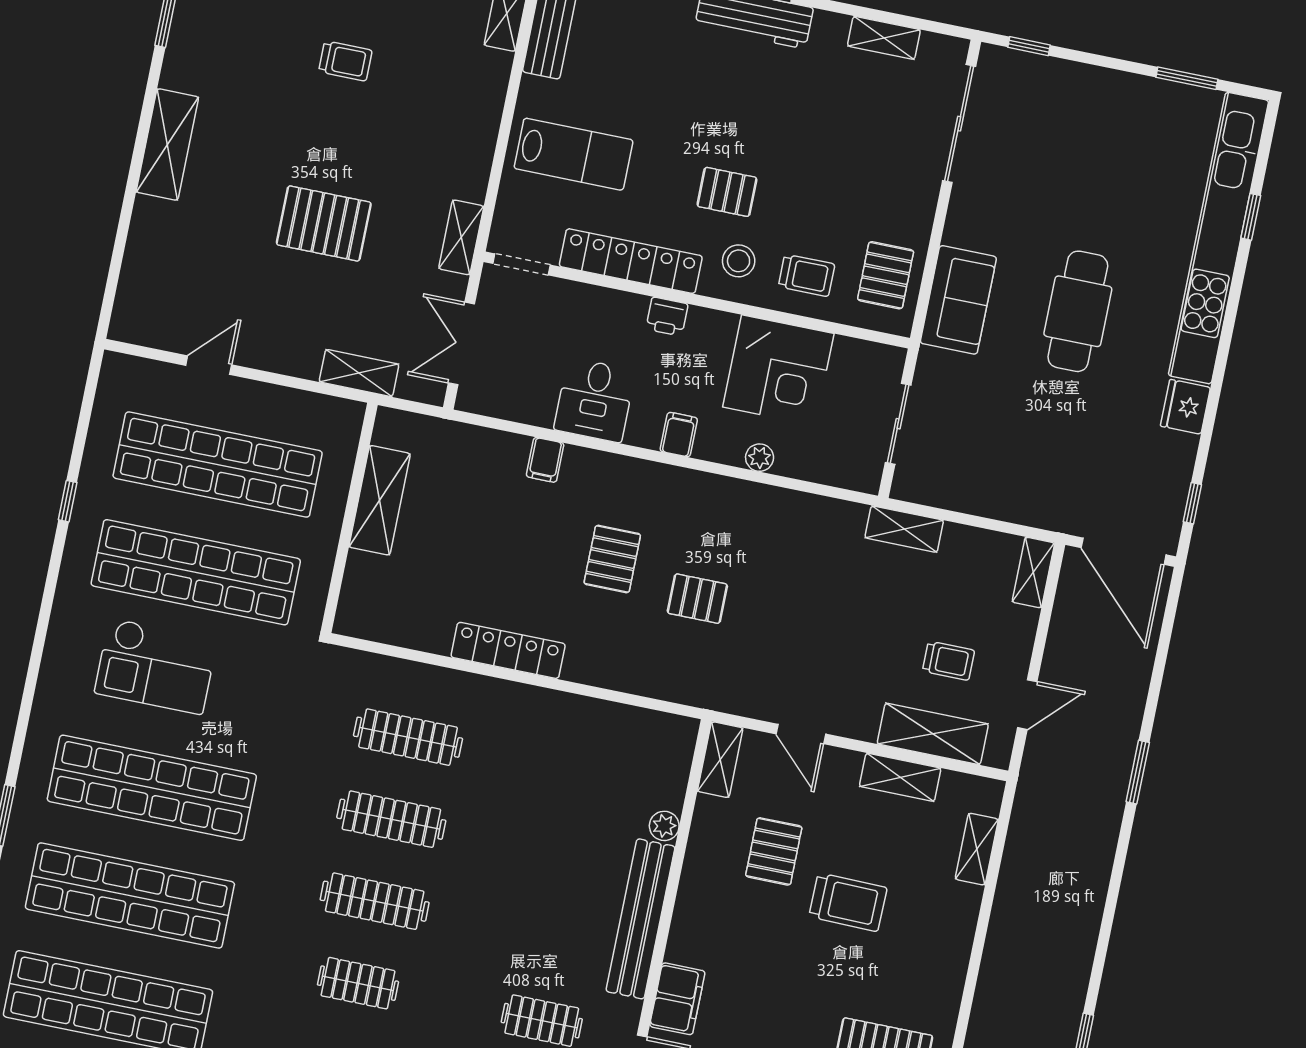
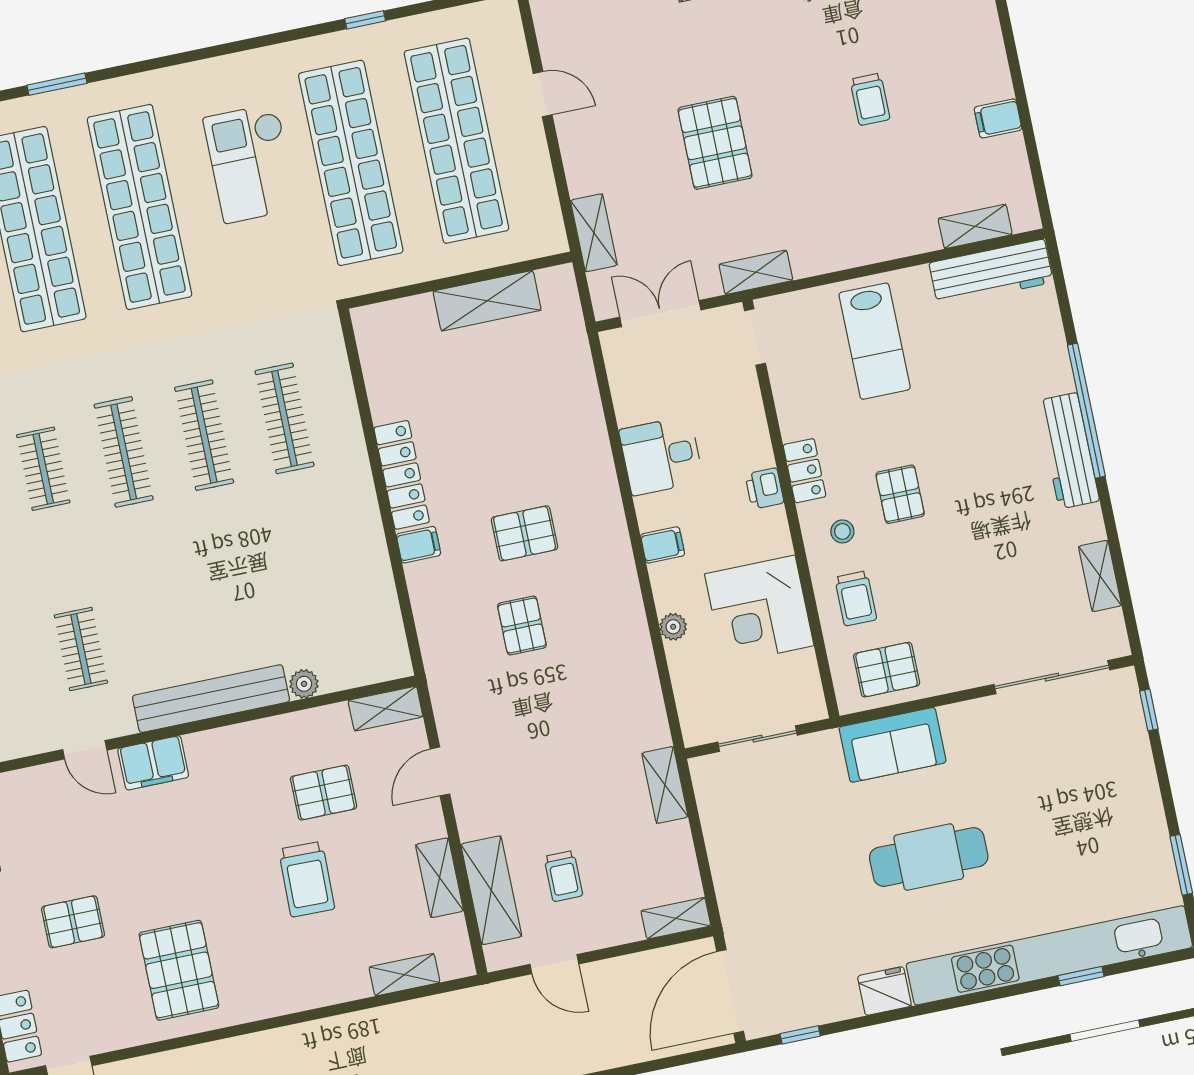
locker: (631, 261) -> (805, 471), width x0.46, depth x0.83
stool: (739, 261) -> (842, 531), width x0.73, depth x0.73
filing cabinet: (545, 460) -> (418, 545), moved, turned 180

